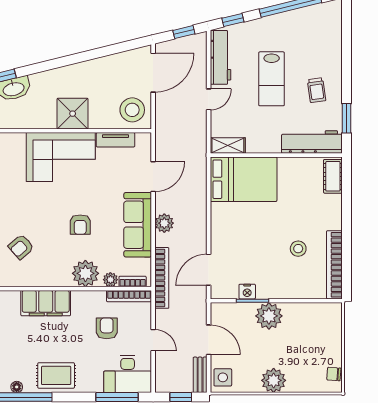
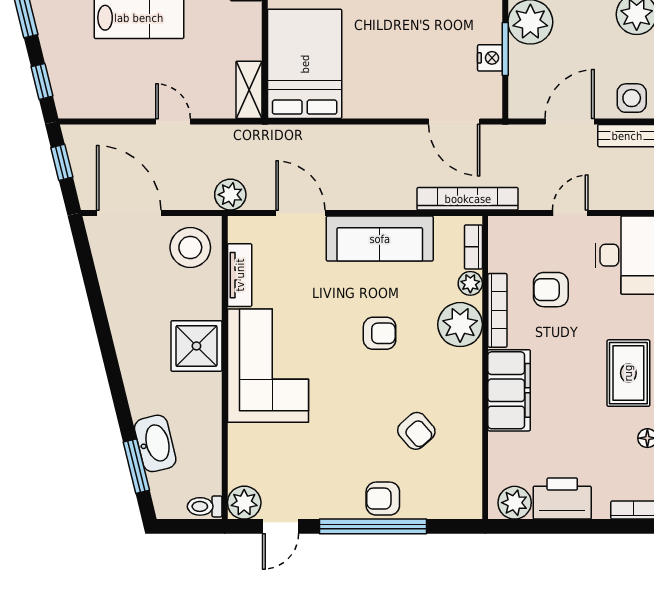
workbench: (221, 57) -> (104, 102), removed
plant: (164, 223) -> (230, 195), moved
bookcase: (129, 296) -> (497, 310), moved

